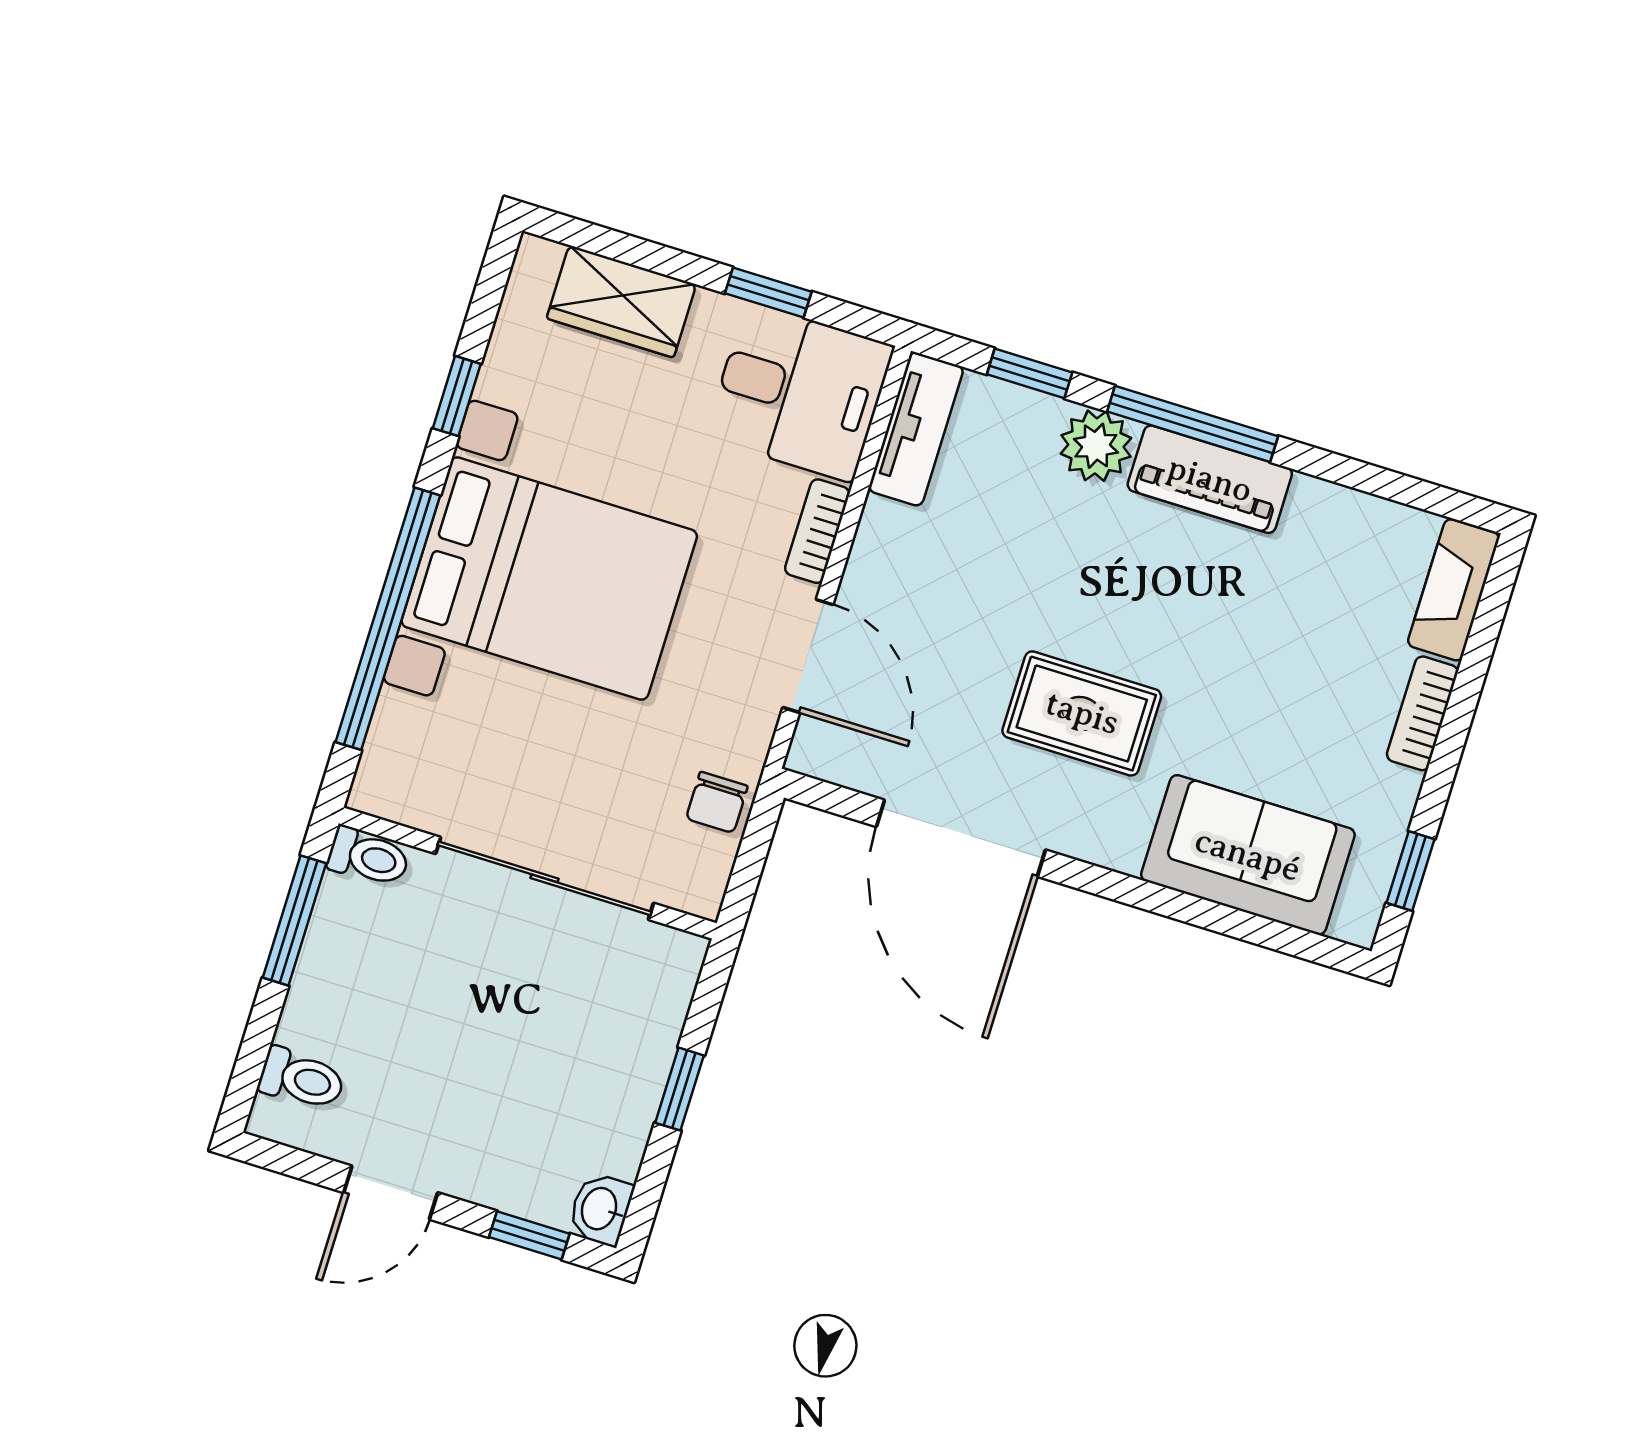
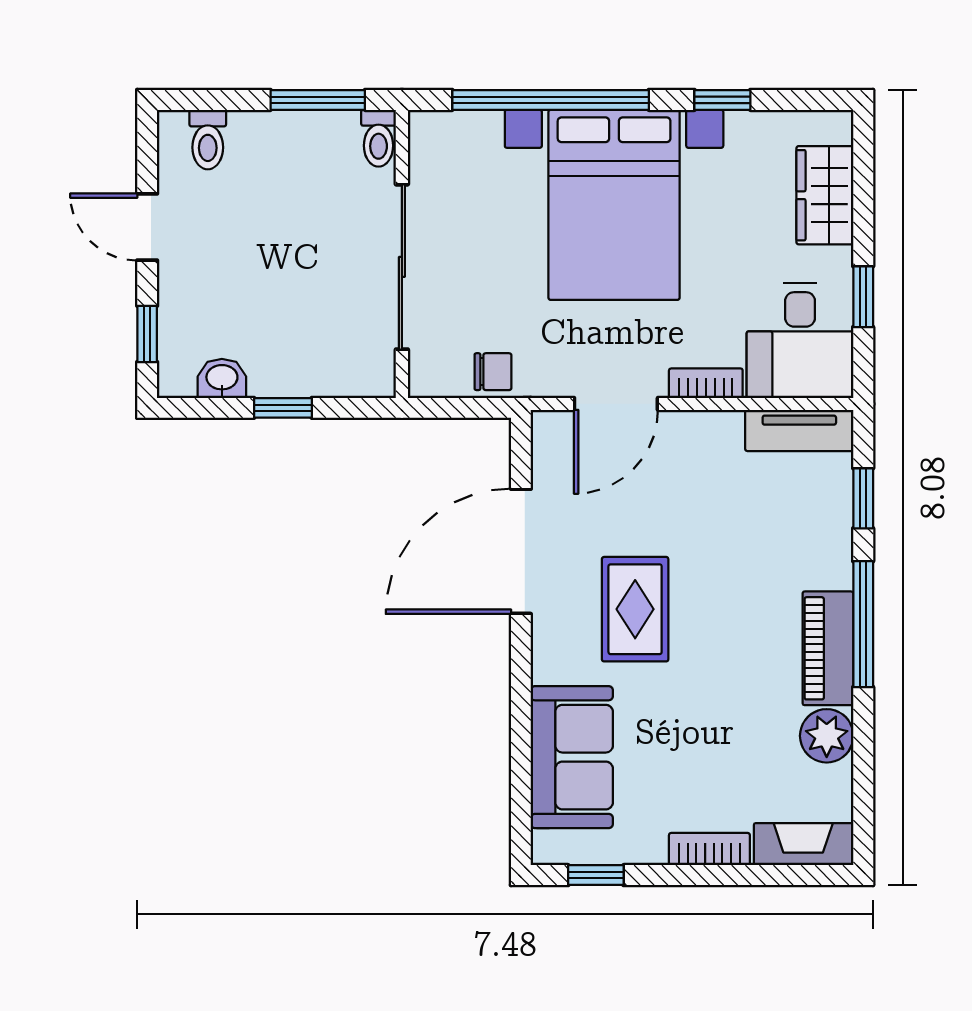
plant: (1096, 446) -> (827, 736), moved
chair: (717, 802) -> (493, 372), turned 180
washbasin: (601, 1209) -> (222, 378), moved

